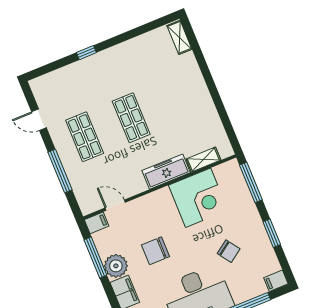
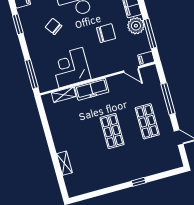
shelving: (179, 37) -> (64, 163), moved
window: (272, 233) -> (18, 24), moved

